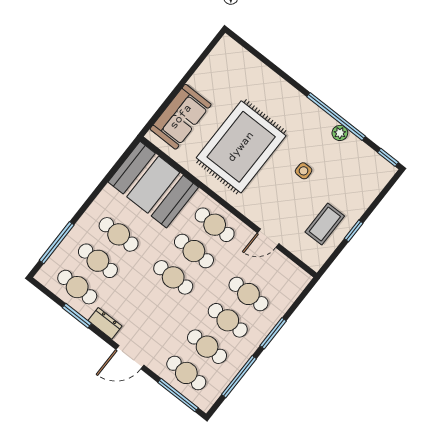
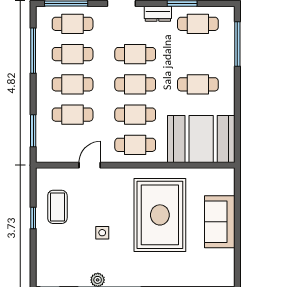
sofa: (181, 117) -> (220, 222), moved
cafe table: (98, 261) -> (135, 54), moved
window: (273, 333) -> (33, 131), moved

